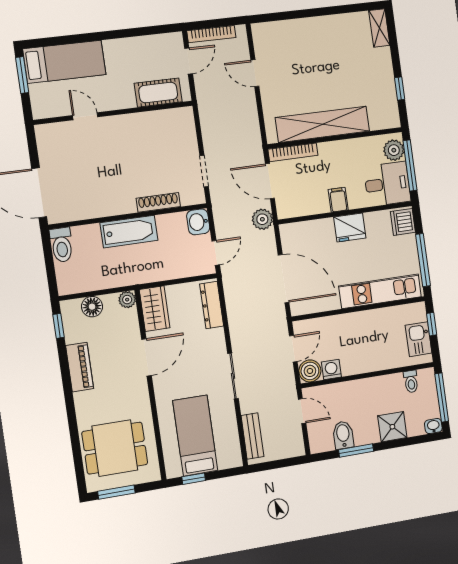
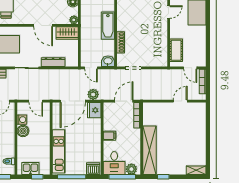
shelving: (323, 124) -> (150, 150), moved
plant: (262, 219) -> (93, 94), moved
fridge: (350, 227) -> (94, 110), moved
dresser: (212, 305) -> (53, 62), moved
boiler: (310, 371) -> (23, 131), moved

